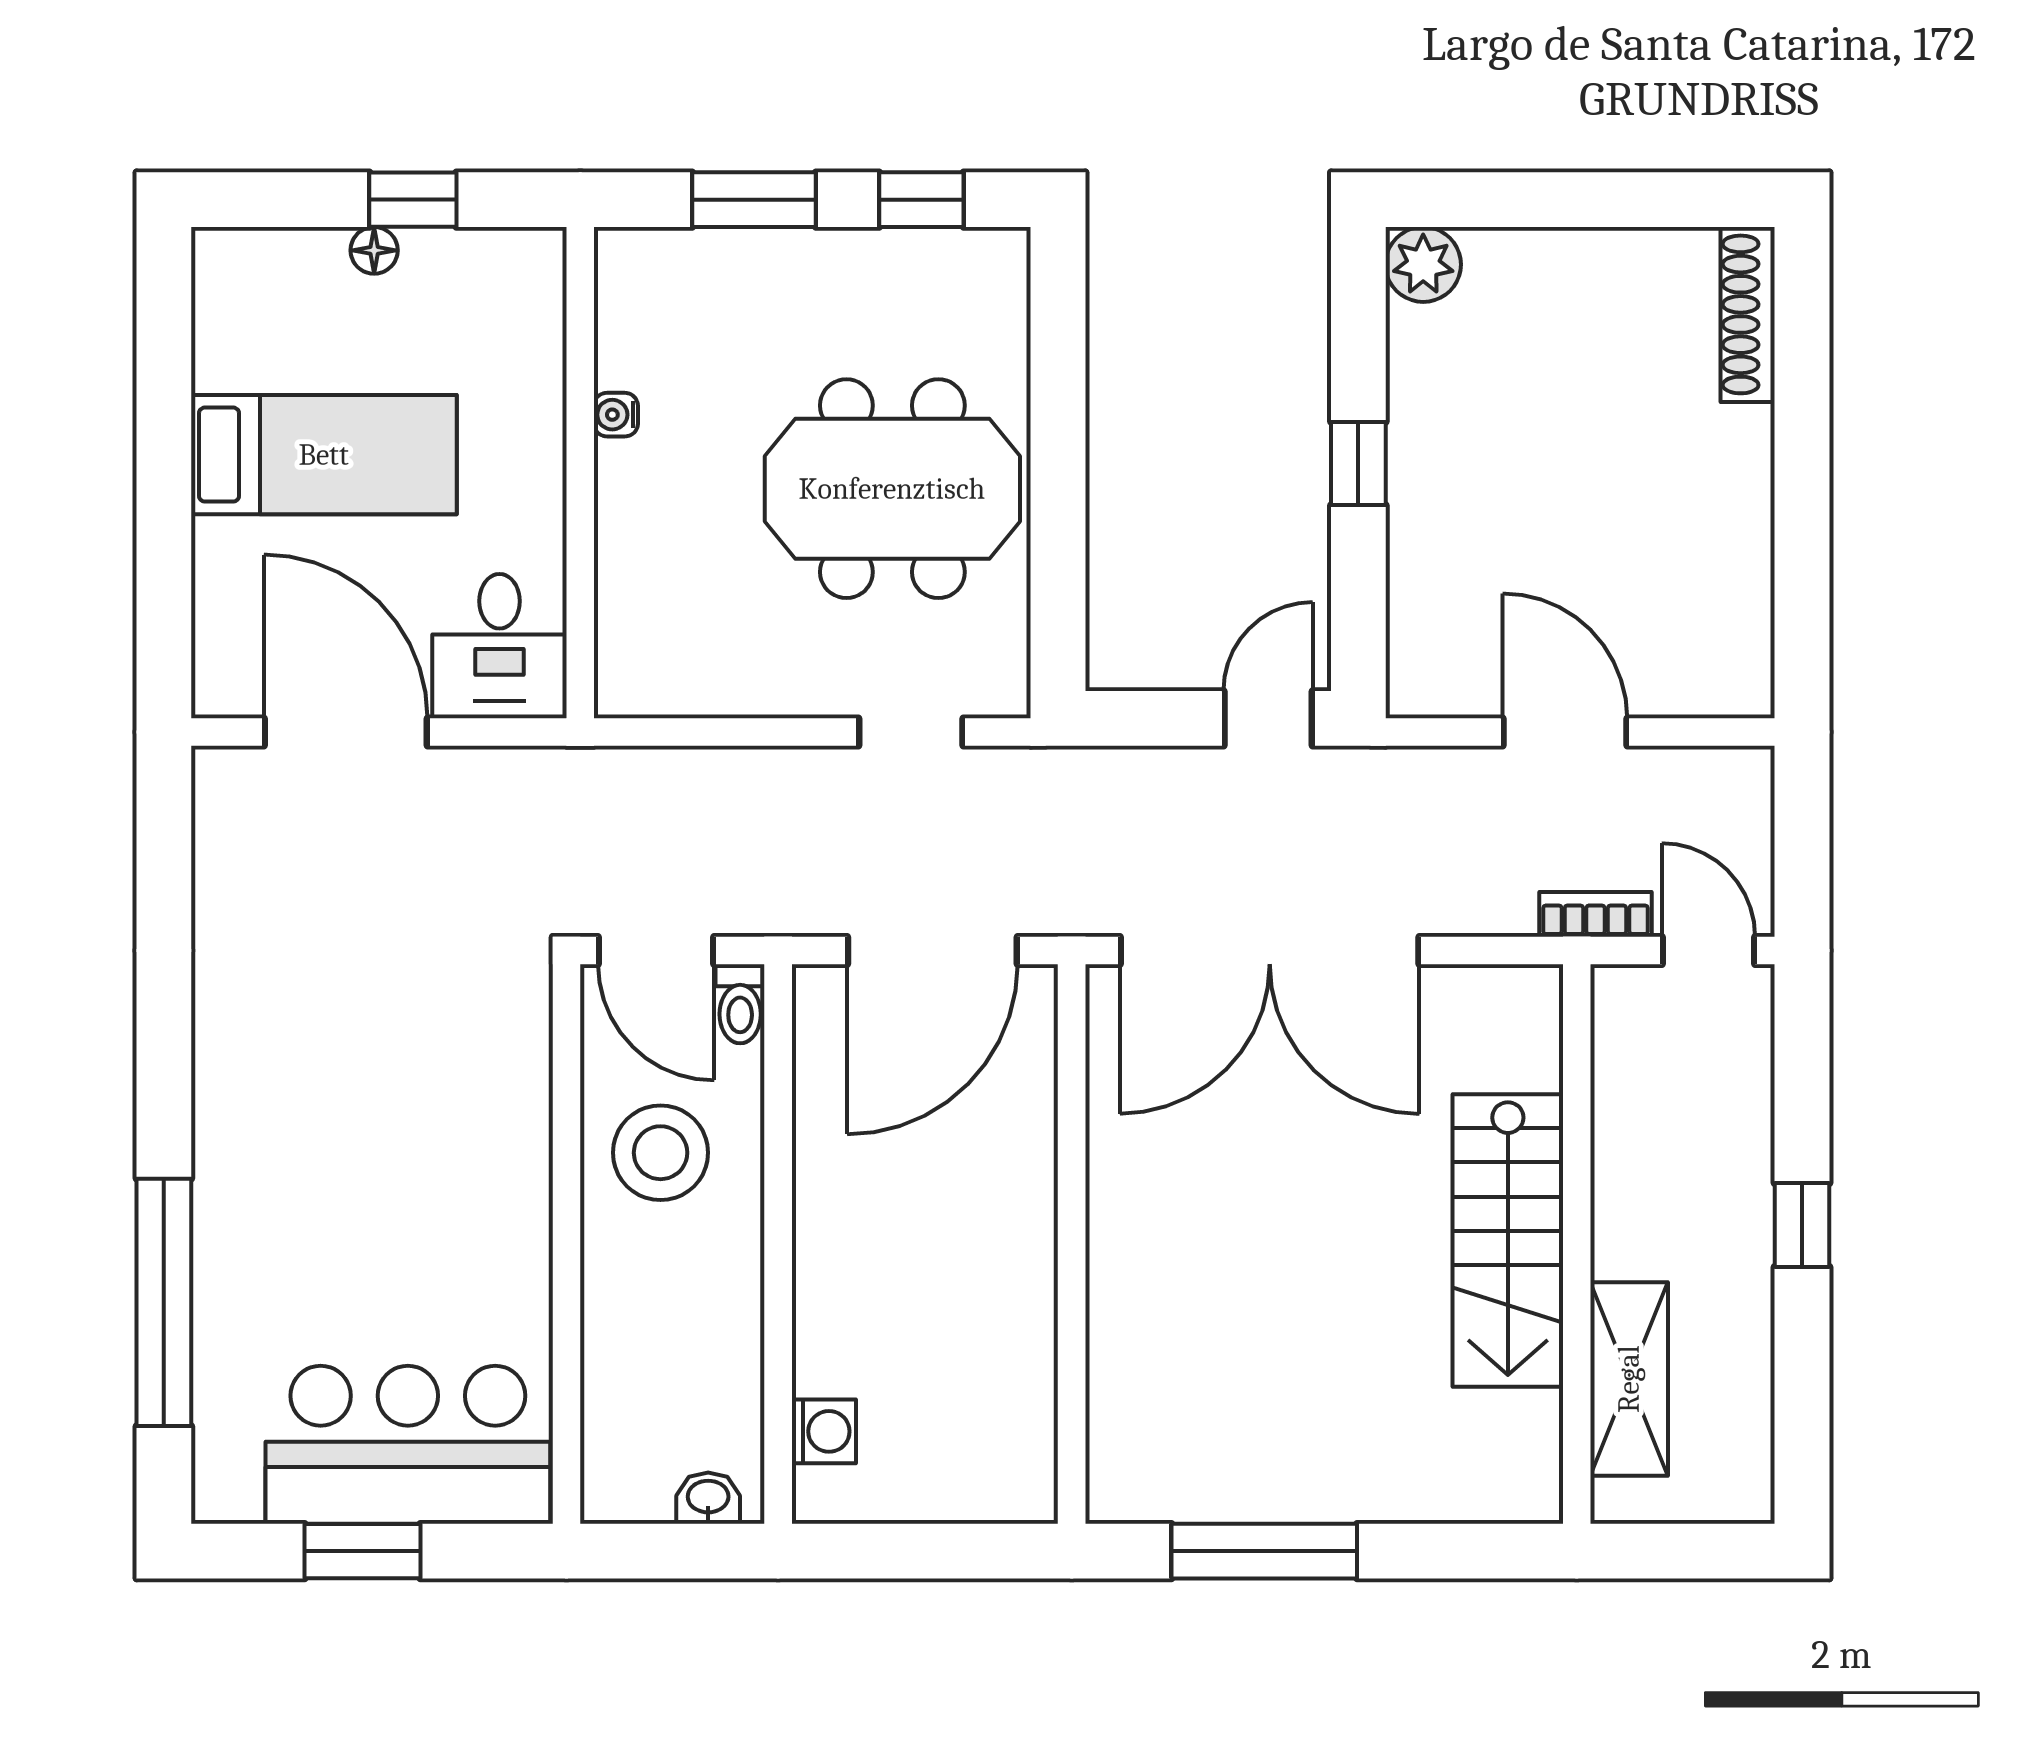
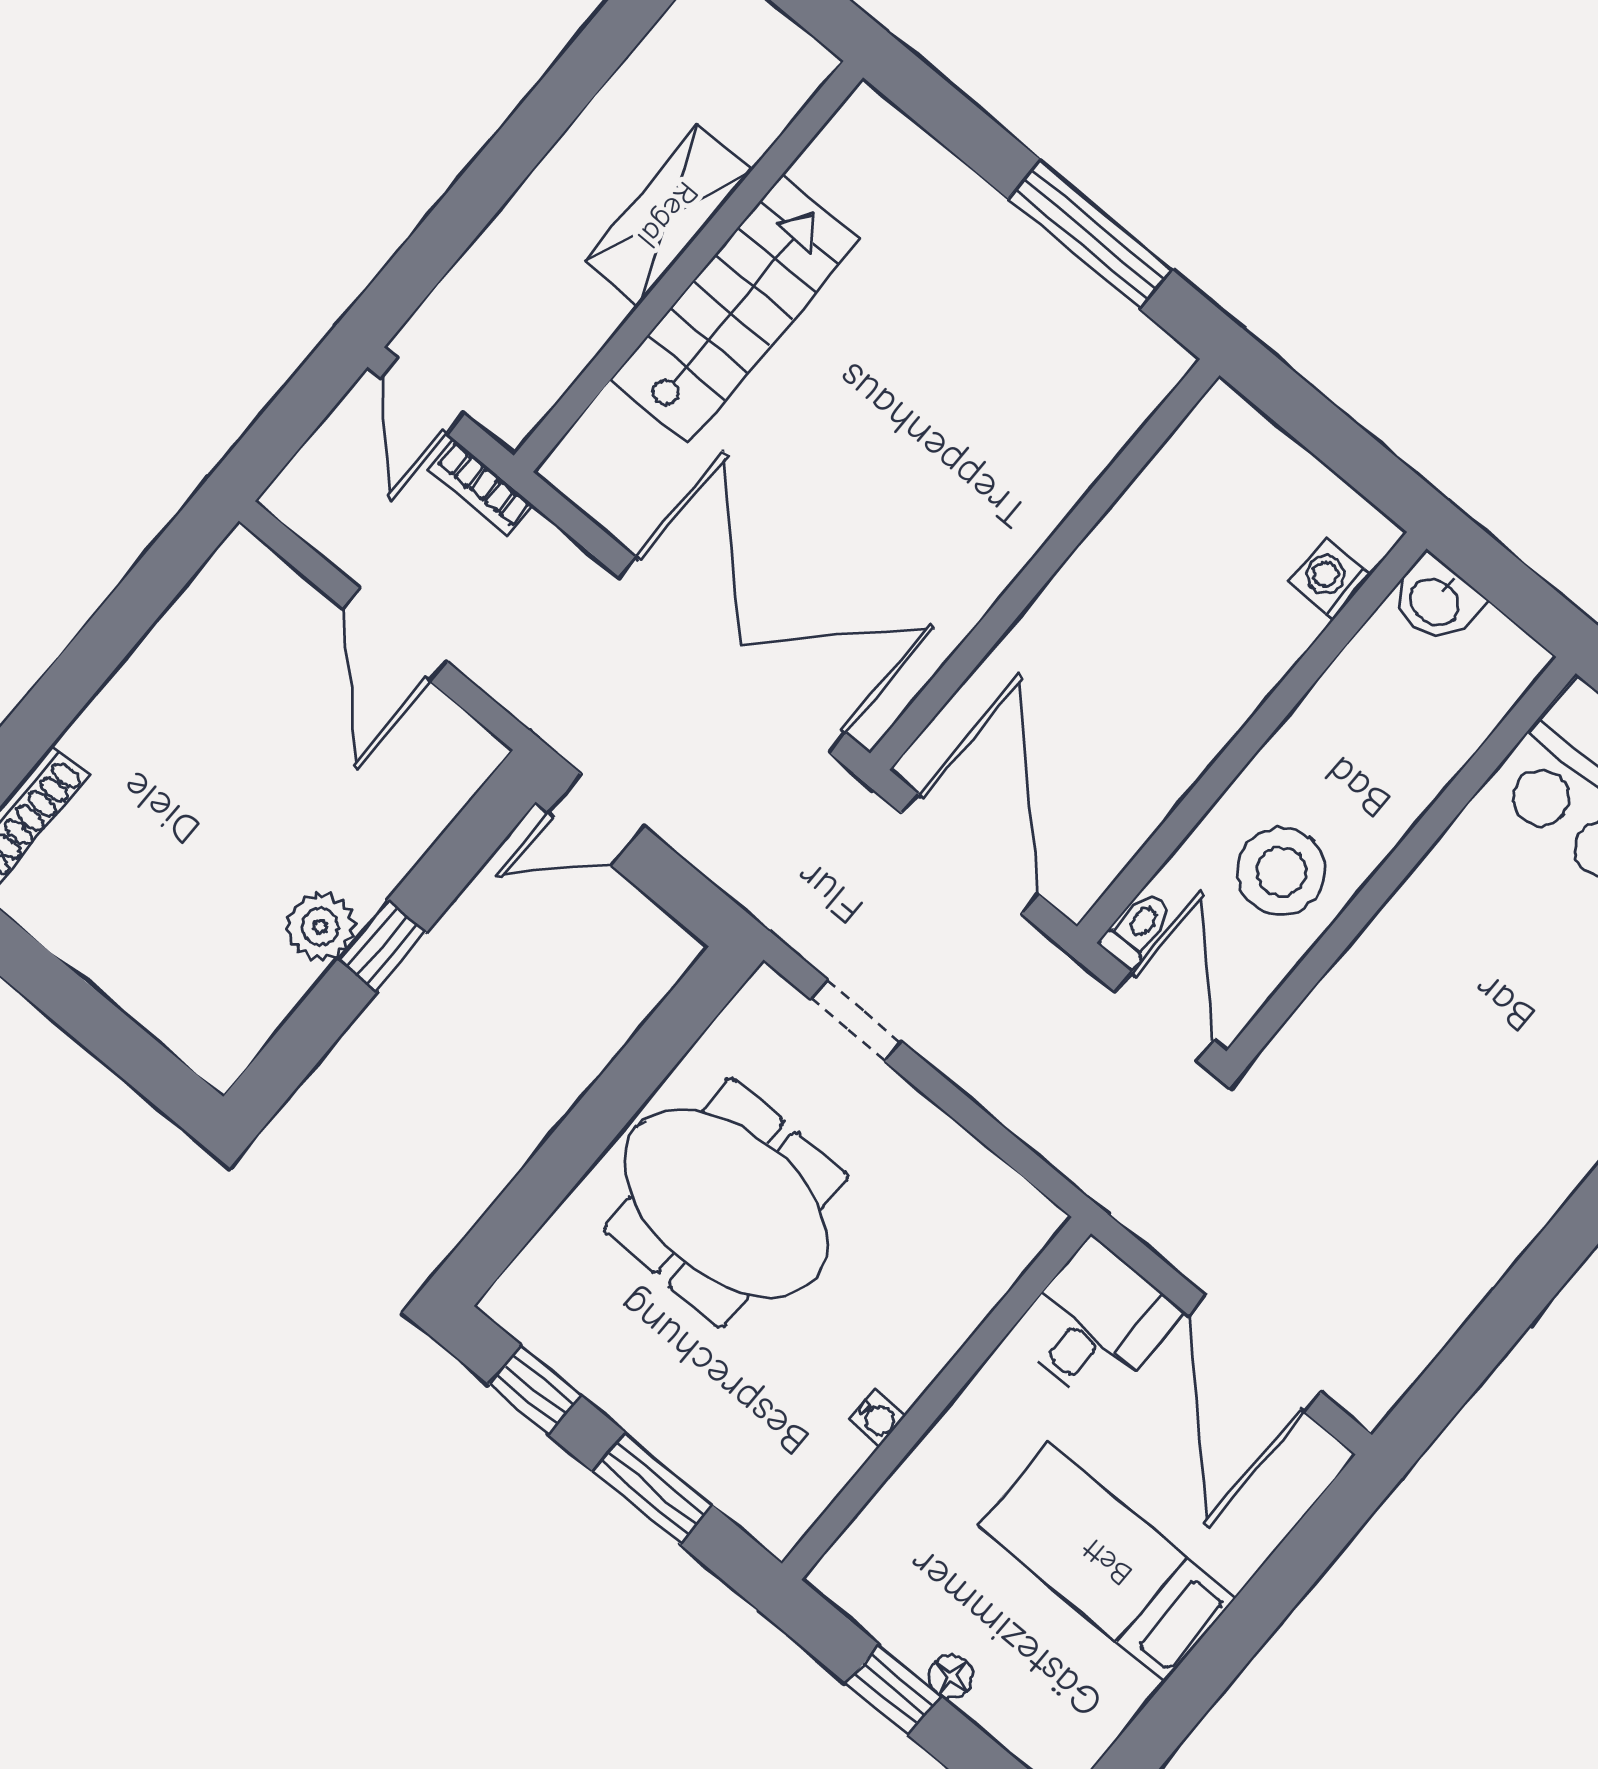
plant: (1423, 264) -> (320, 927), moved
door: (932, 950) -> (970, 854), hinge flipped
window: (1802, 1225) -> (518, 147), removed
shelving: (1629, 1379) -> (668, 215), moved
washbasin: (708, 1498) -> (1436, 600), width x1.38, depth x1.45

